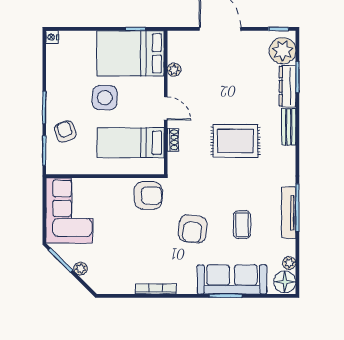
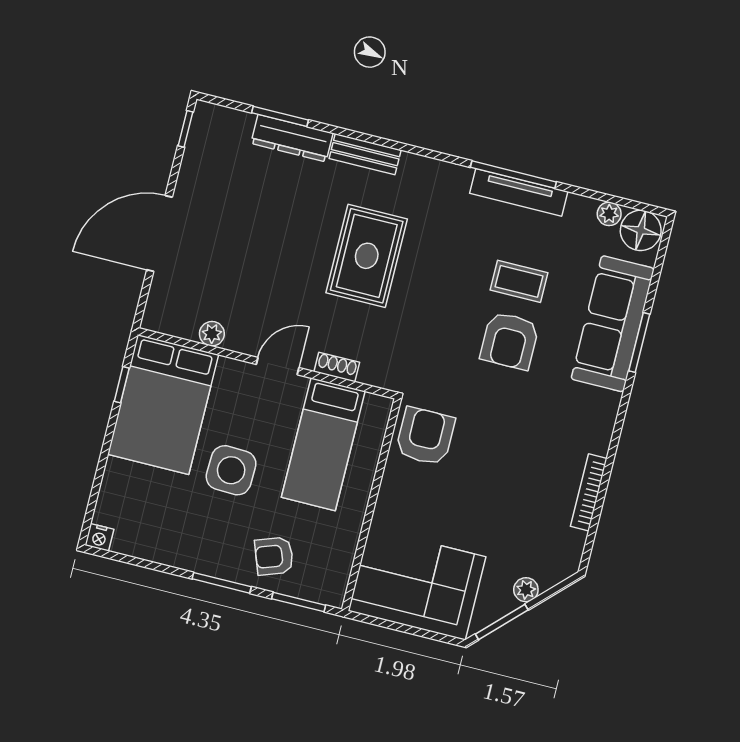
plant: (283, 51) -> (226, 131), removed
armchair: (193, 229) -> (510, 341), moved, turned 83
bookcase: (156, 289) -> (589, 492), moved

